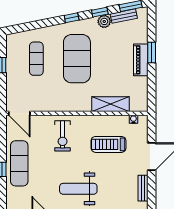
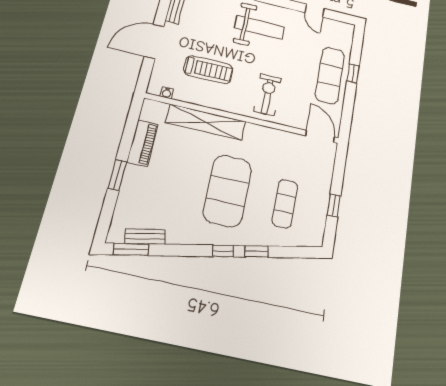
window: (100, 12) -> (256, 251), moved
plant: (104, 21) -> (176, 235), removed
piano: (141, 60) -> (143, 143), moved
shelving: (110, 104) -> (206, 122), width x1.47

